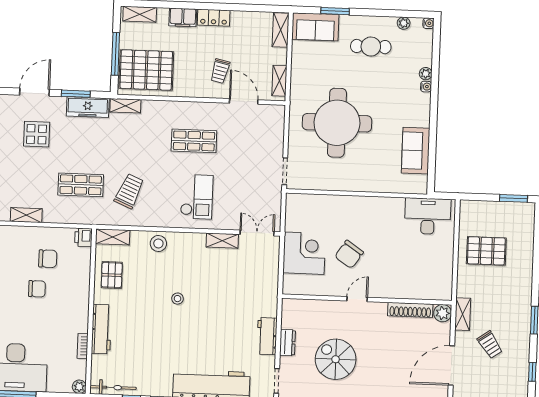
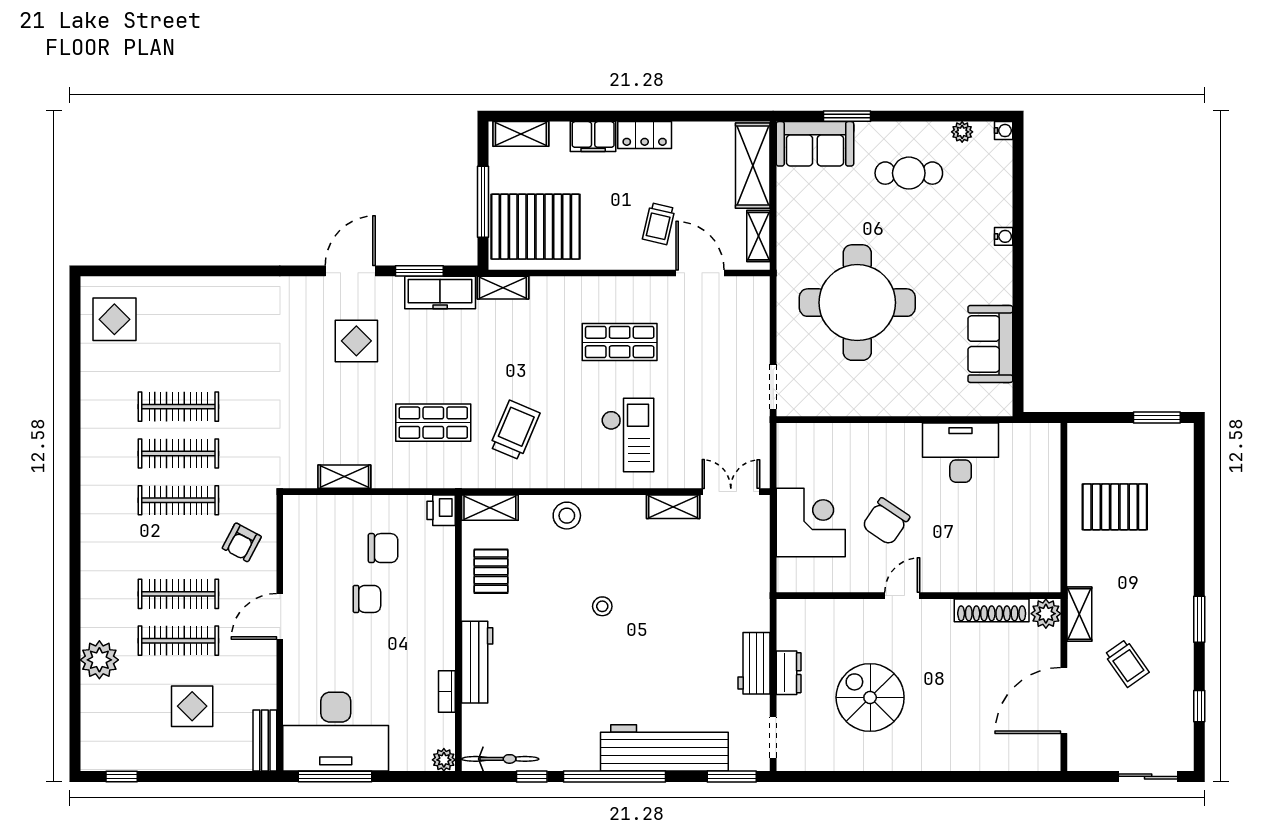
shelving: (281, 30) -> (753, 166), width x1.50, depth x1.33
plant: (426, 74) -> (1002, 215), removed
desk: (428, 216) -> (961, 453), moved

